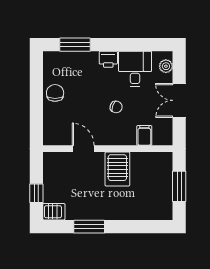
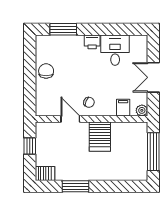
plant: (166, 66) -> (142, 110), moved
chair: (116, 107) -> (89, 102), moved
window: (179, 186) -> (153, 152), width x1.44
window: (36, 193) -> (30, 146), moved

